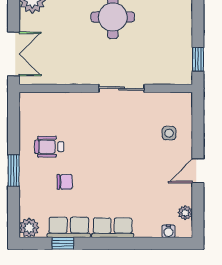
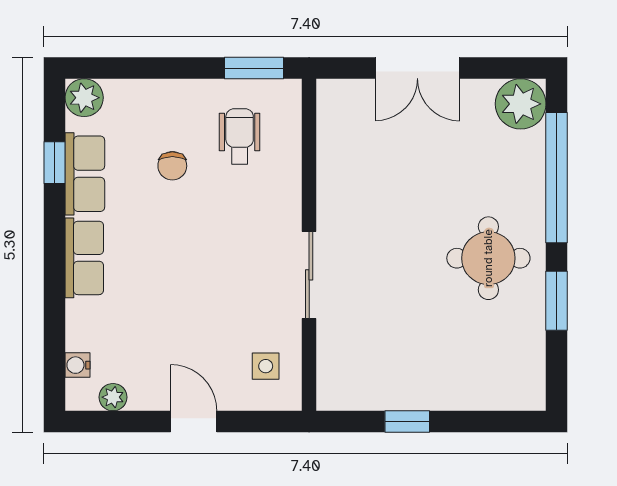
wall: (106, 88) -> (309, 245), moved
sliding door: (121, 88) -> (309, 275), moved
window: (14, 171) -> (254, 68), moved

